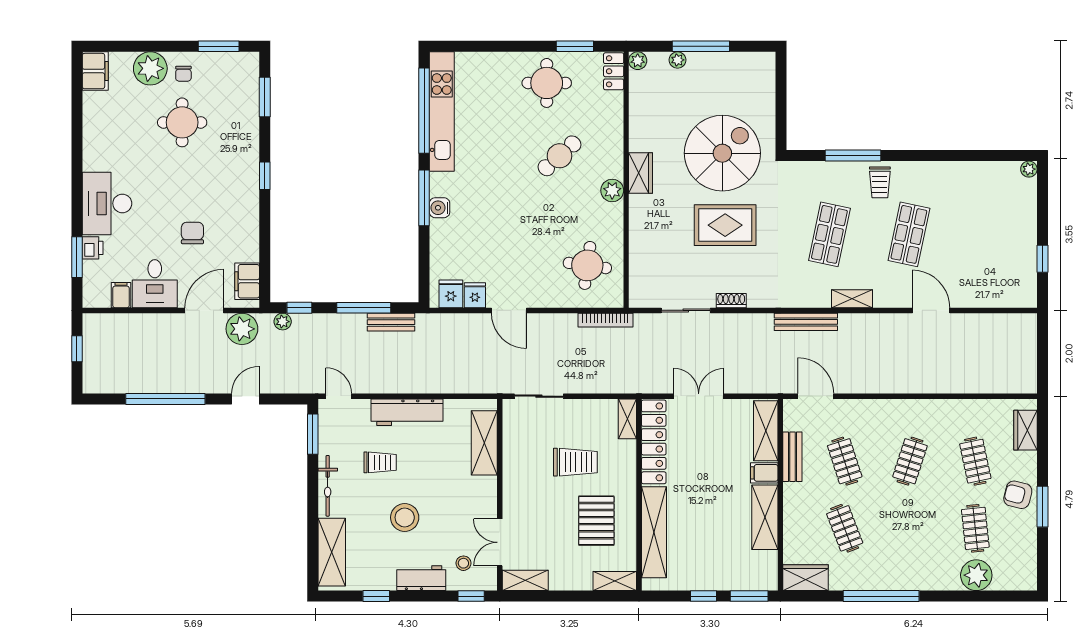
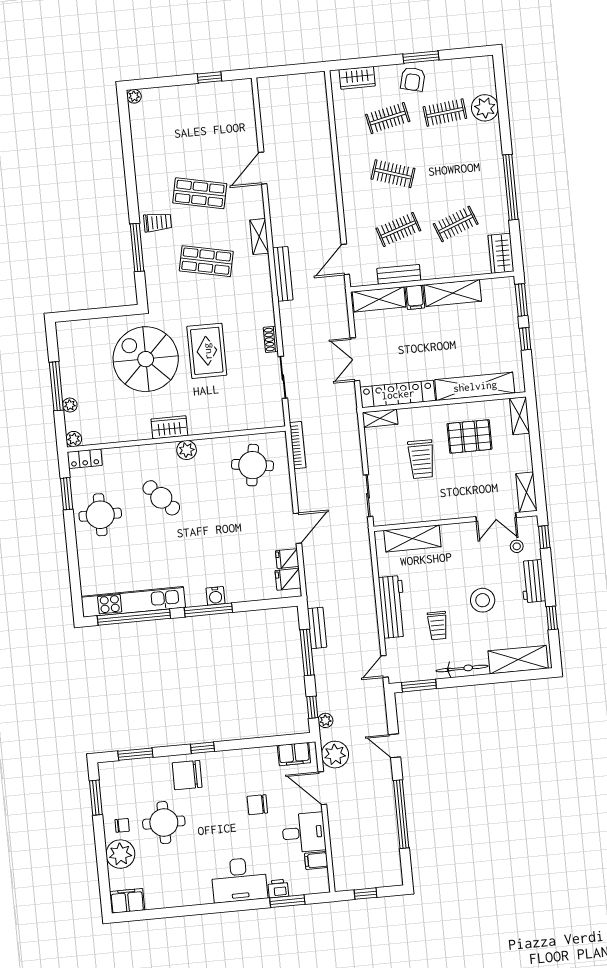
chair: (235, 155) -> (187, 775), added
trolley: (380, 462) -> (438, 626), turned 180
trolley: (575, 462) -> (421, 459), turned 180

